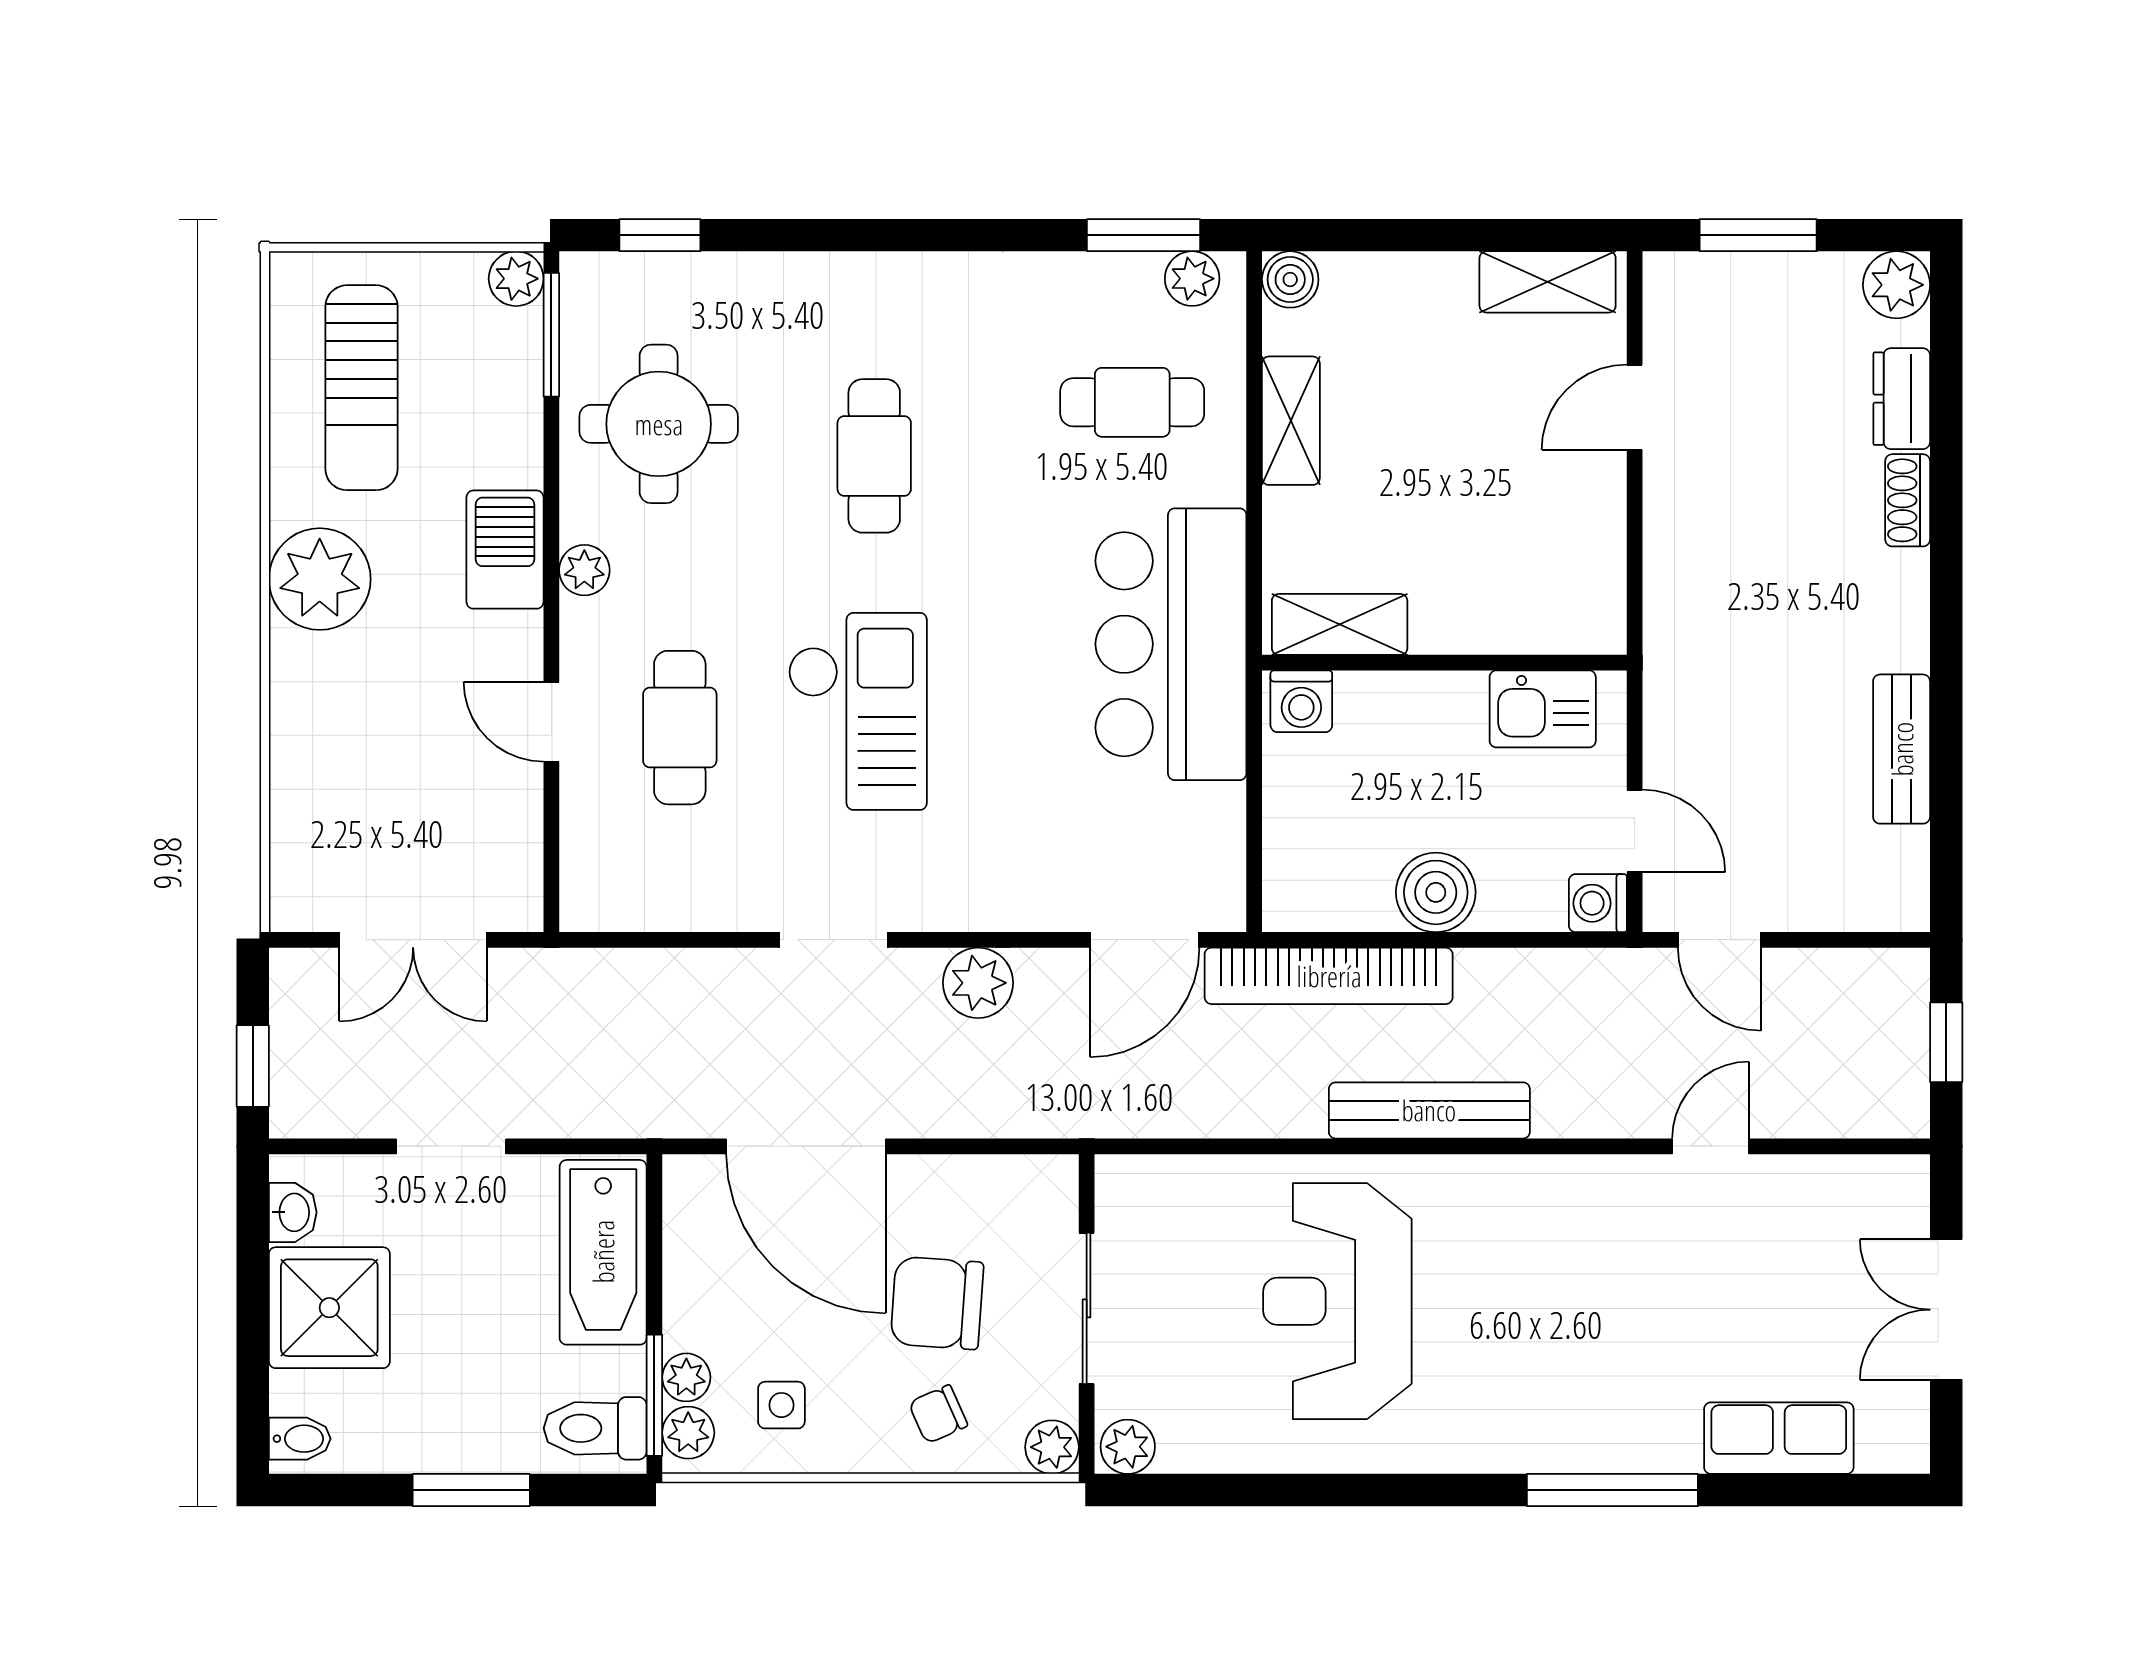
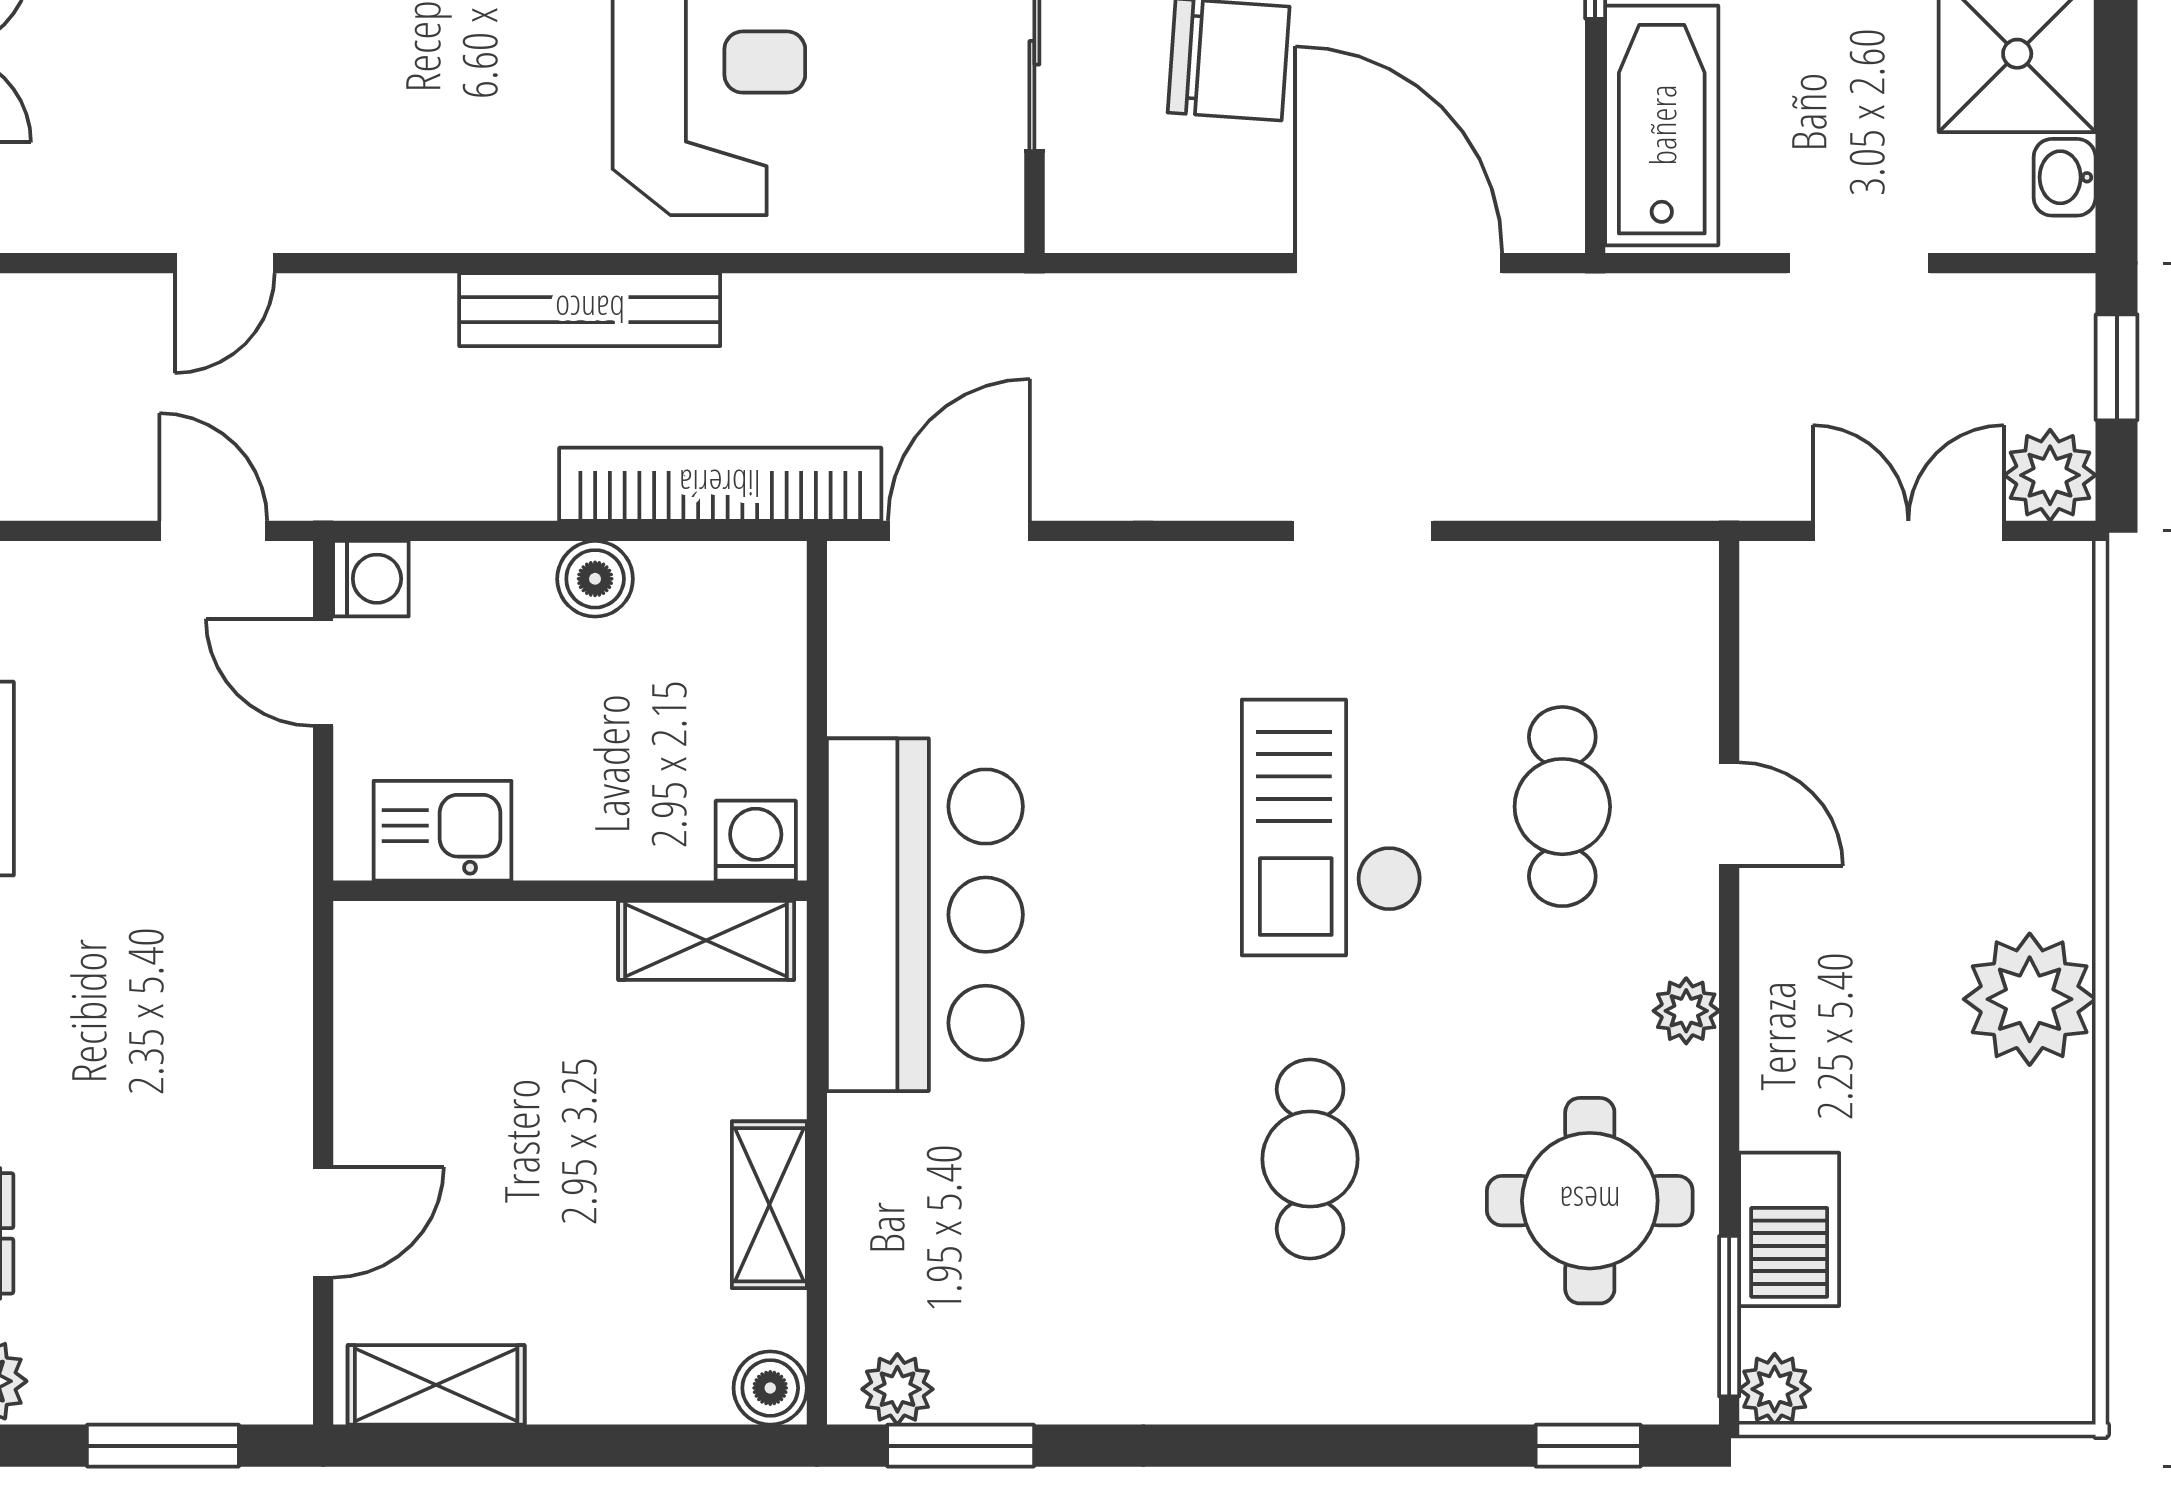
sun lounger: (361, 388) -> (1975, 1248), removed
cafe table: (1132, 402) -> (975, 1229), removed
barbecue: (505, 550) -> (1789, 1229), moved
boiler: (1436, 892) -> (595, 579), width x0.73, depth x0.73
plant: (978, 983) -> (2050, 475), moved

